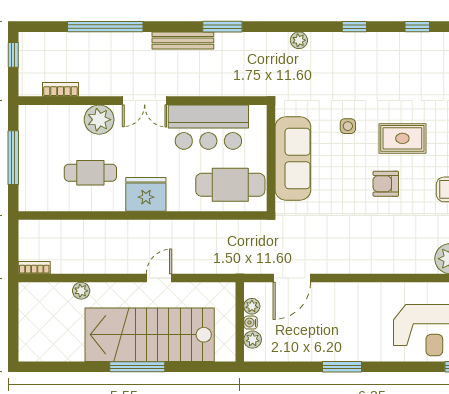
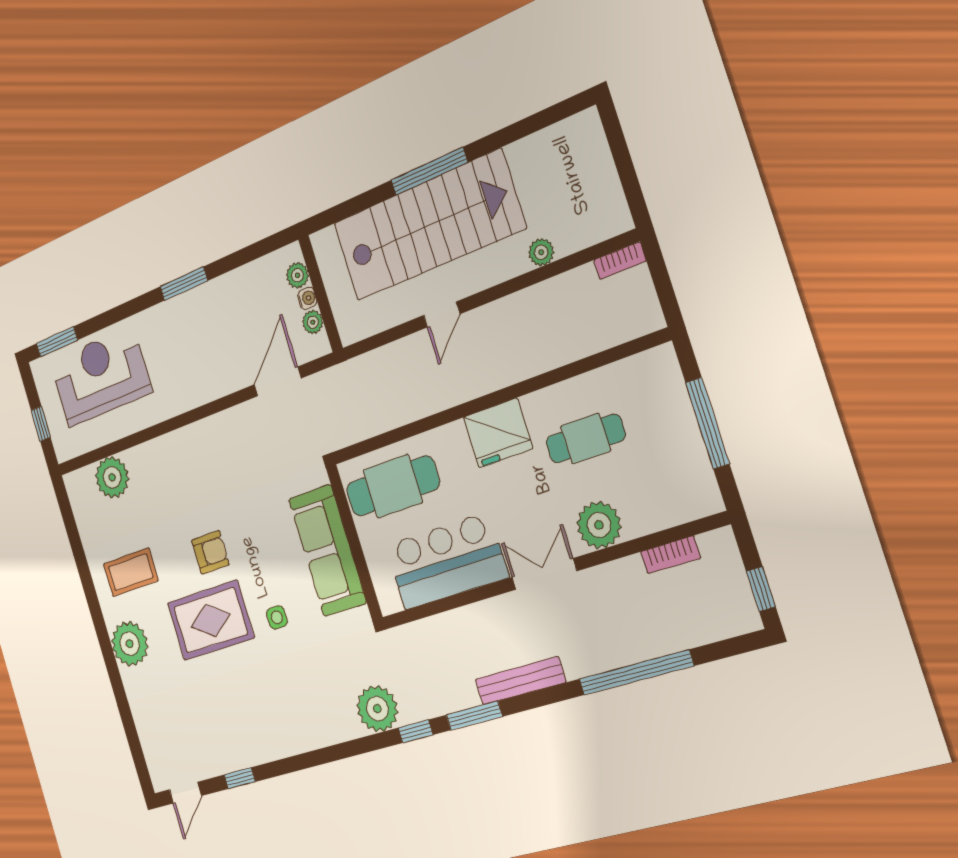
window: (354, 27) -> (416, 731), moved
plant: (299, 40) -> (377, 709), width x1.88, depth x1.88
rug: (402, 138) -> (211, 620), width x1.36, depth x1.43

